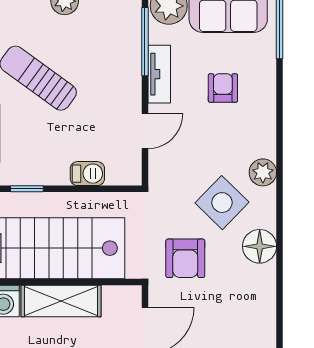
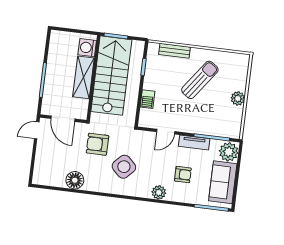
door: (145, 131) -> (166, 132), hinge flipped
plant: (263, 172) -> (159, 192), moved
floor lamp: (260, 246) -> (75, 180), moved

